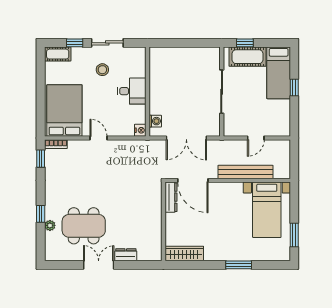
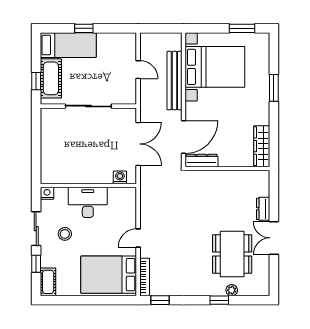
desk: (132, 91) -> (88, 202), width x1.37
nightstand: (140, 130) -> (47, 193), moved
bookcase: (56, 144) -> (145, 277), width x1.56
bed with nightstands: (267, 210) -> (215, 67), width x1.36

